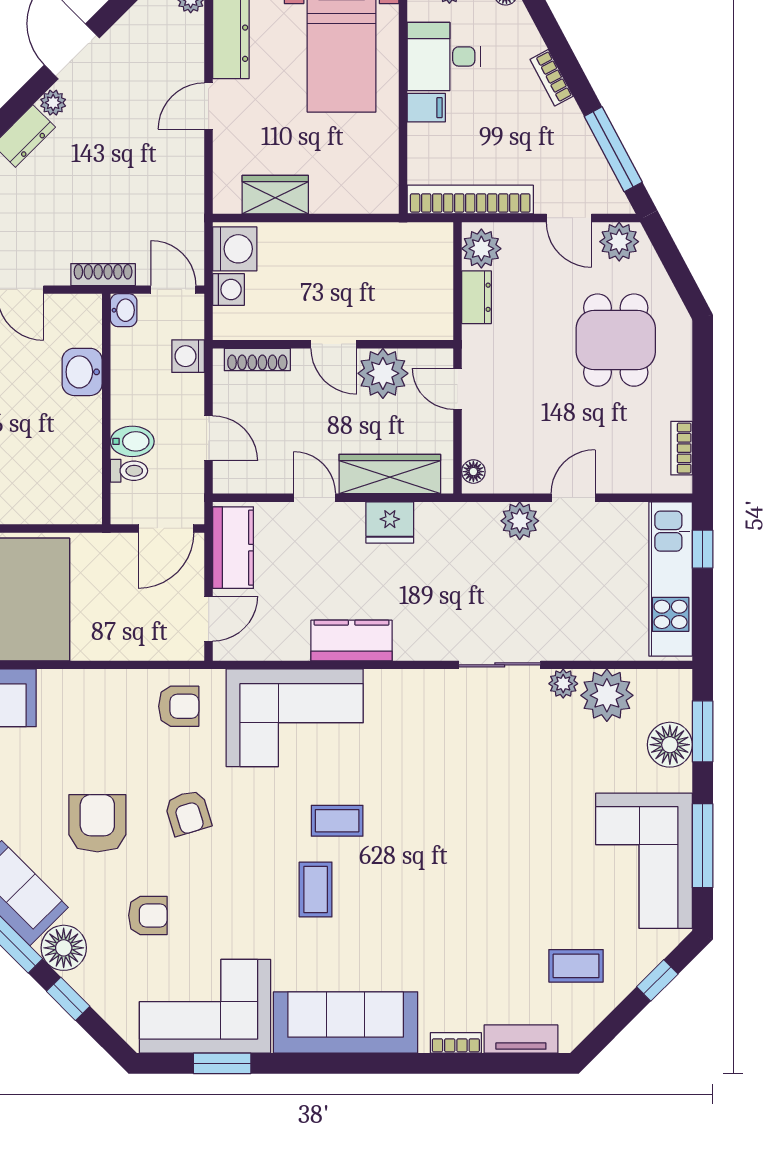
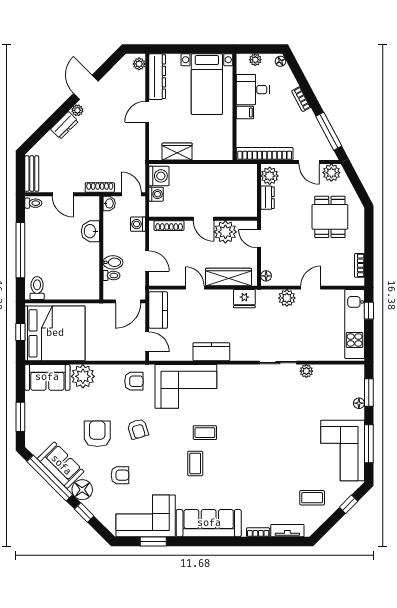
fridge: (390, 522) -> (244, 299), moved
door: (209, 619) -> (147, 342), hinge flipped
plant: (607, 695) -> (83, 376), moved
floor lamp: (670, 745) -> (359, 403), width x0.53, depth x0.53

